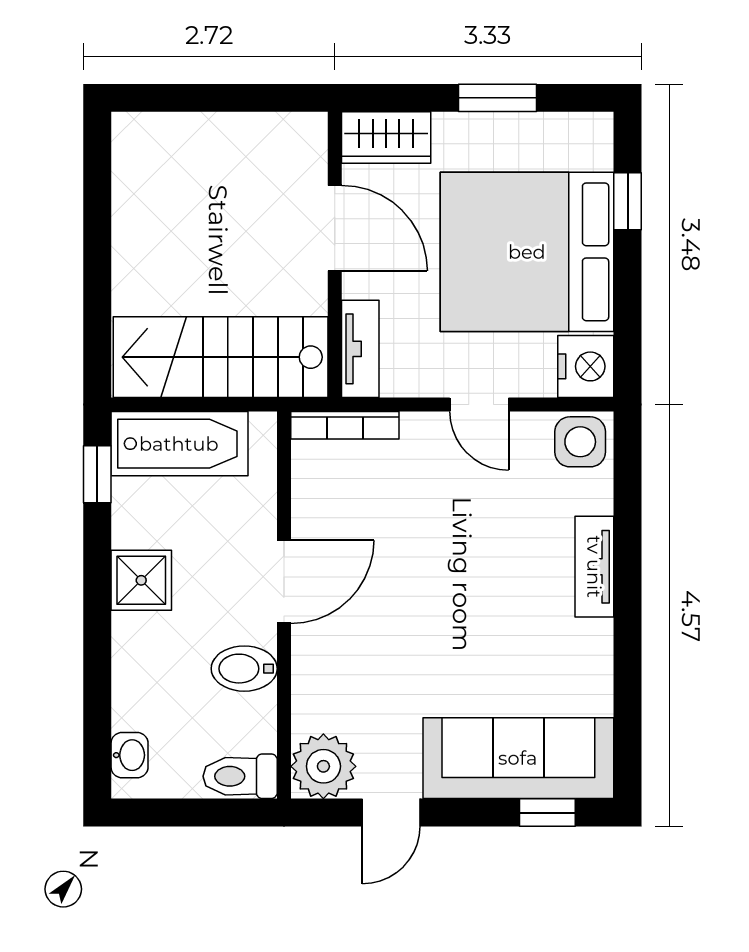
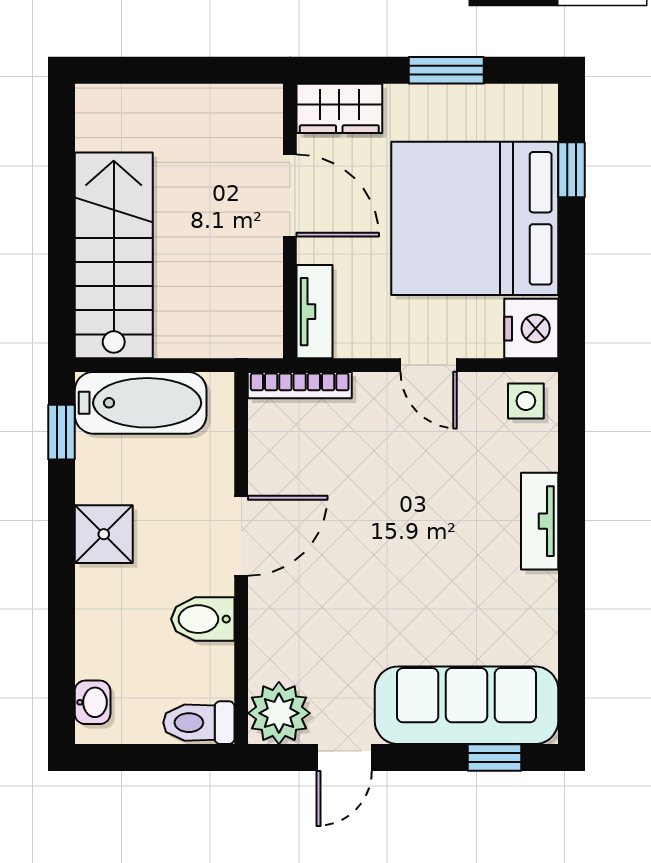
stairs: (221, 357) -> (114, 255), moved, turned 90
side table: (580, 442) -> (526, 401), width x0.73, depth x0.73

